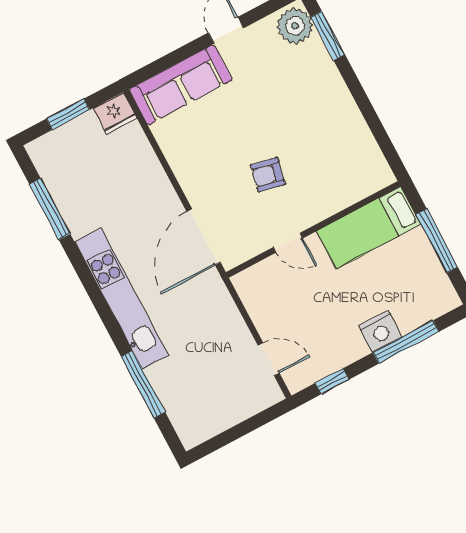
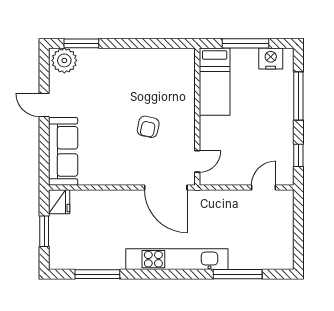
door: (288, 243) -> (197, 161), moved
nightstand: (380, 331) -> (271, 58), moved, turned -90

